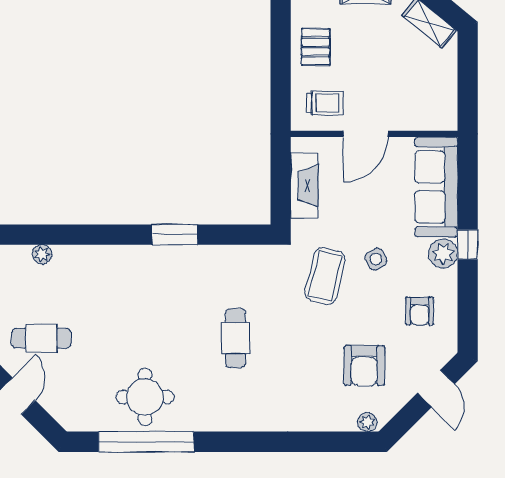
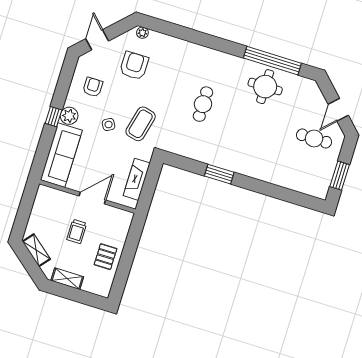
trolley: (325, 103) -> (77, 231), moved, turned -90
plant: (42, 254) -> (299, 186), removed

